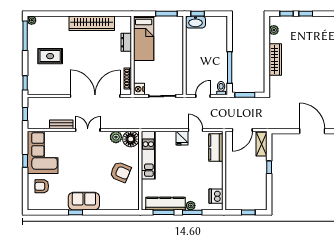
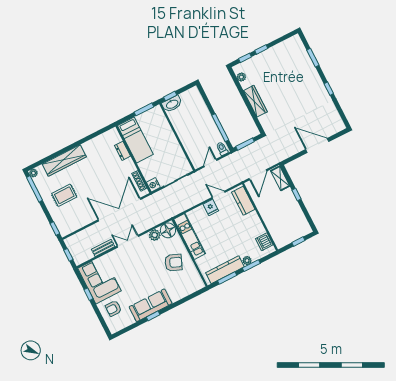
wardrobe: (92, 23) -> (64, 160), moved
sofa: (84, 201) -> (151, 305), width x1.36

